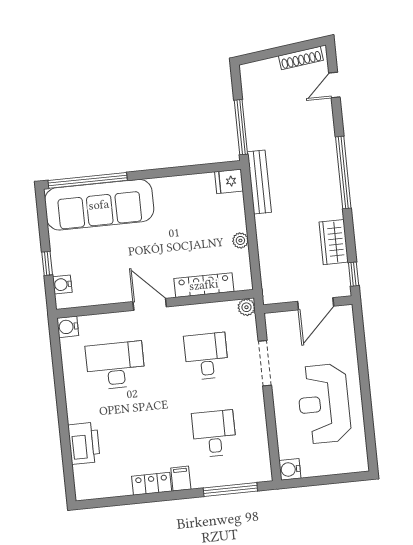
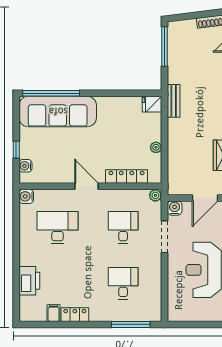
window: (241, 127) -> (164, 47), moved
bench: (259, 182) -> (174, 101), width x0.73
water cooler: (290, 469) -> (175, 208), moved, turned 90
filing cabinet: (181, 479) -> (54, 313), moved

